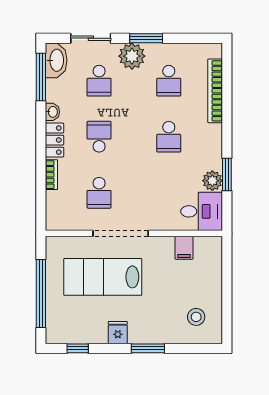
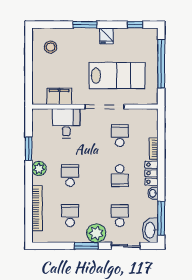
plant: (212, 181) -> (39, 168), moved
desk: (202, 211) -> (66, 123), moved, turned 90
filing cabinet: (184, 248) -> (59, 96), width x2.00

